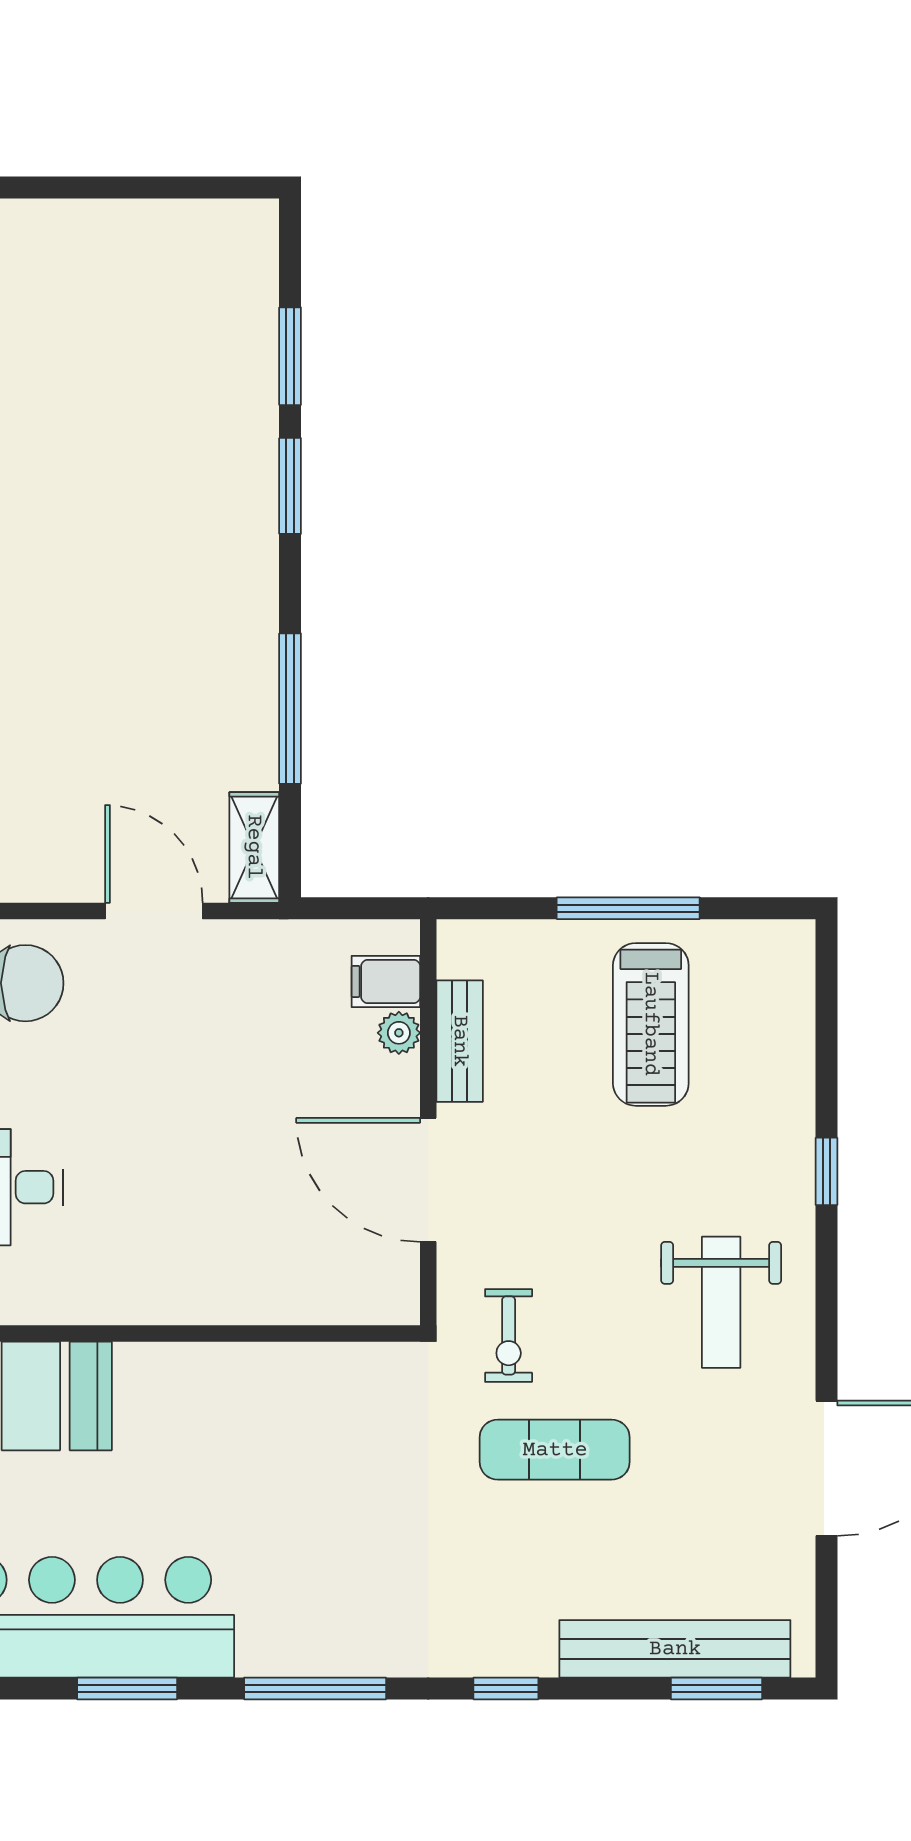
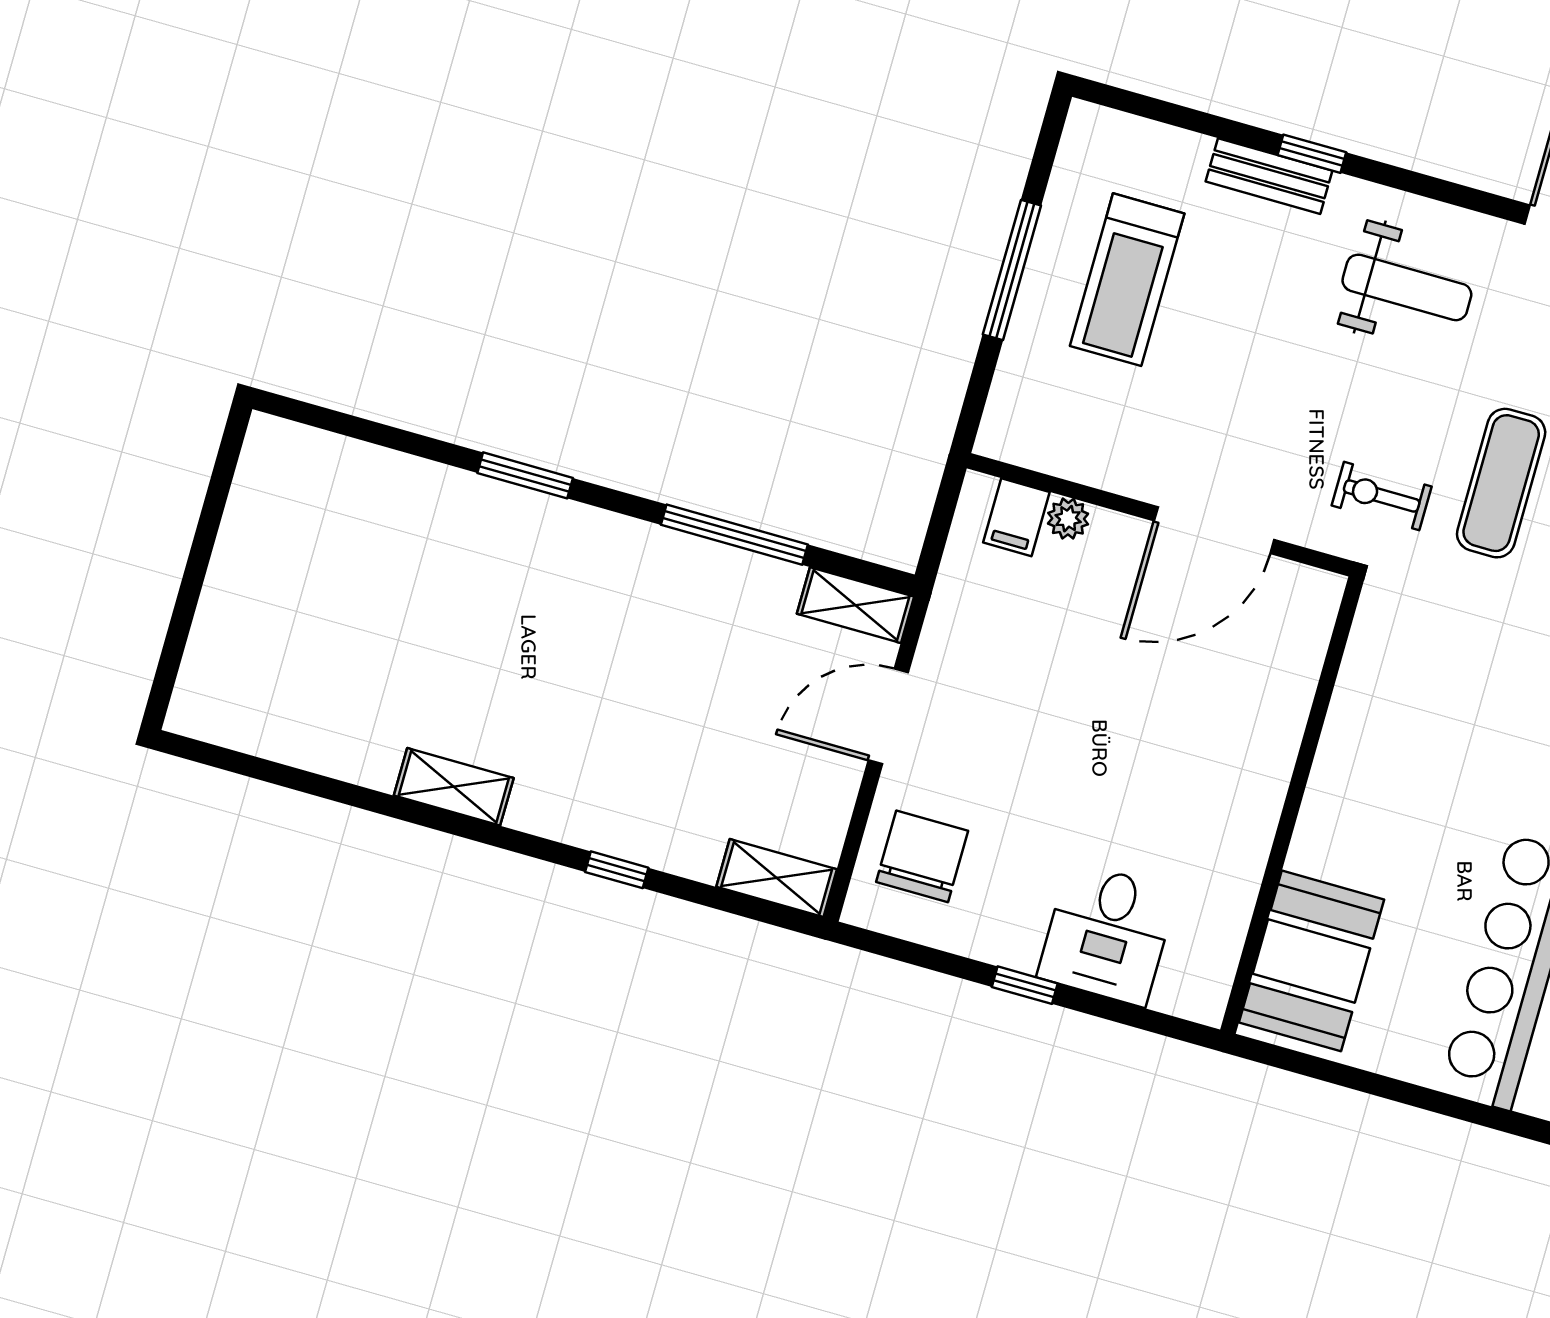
window: (290, 356) -> (403, 441), removed
treadmill: (651, 1024) -> (1127, 280), turned 90
bench: (460, 1041) -> (1269, 176), moved
exercise bike: (509, 1335) -> (1382, 496), turned 180

